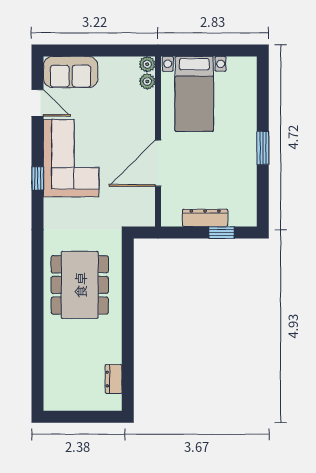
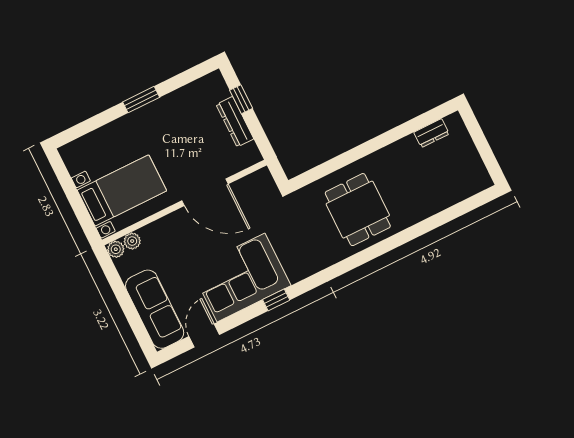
sofa: (71, 72) -> (155, 309), width x1.36
dining table: (80, 285) -> (358, 210), width x0.73

